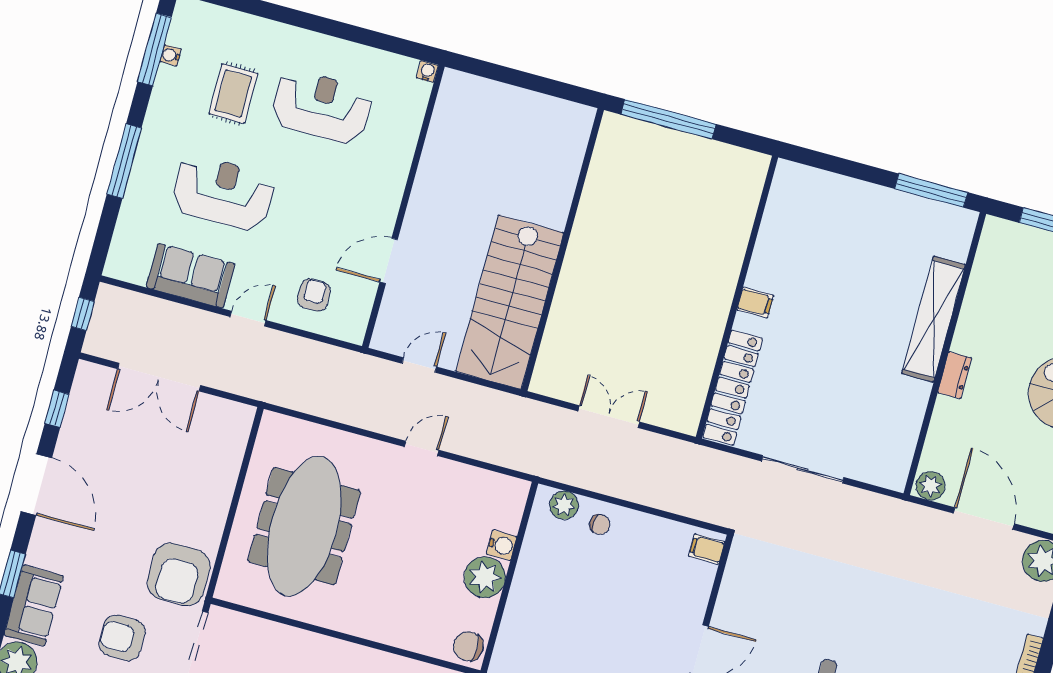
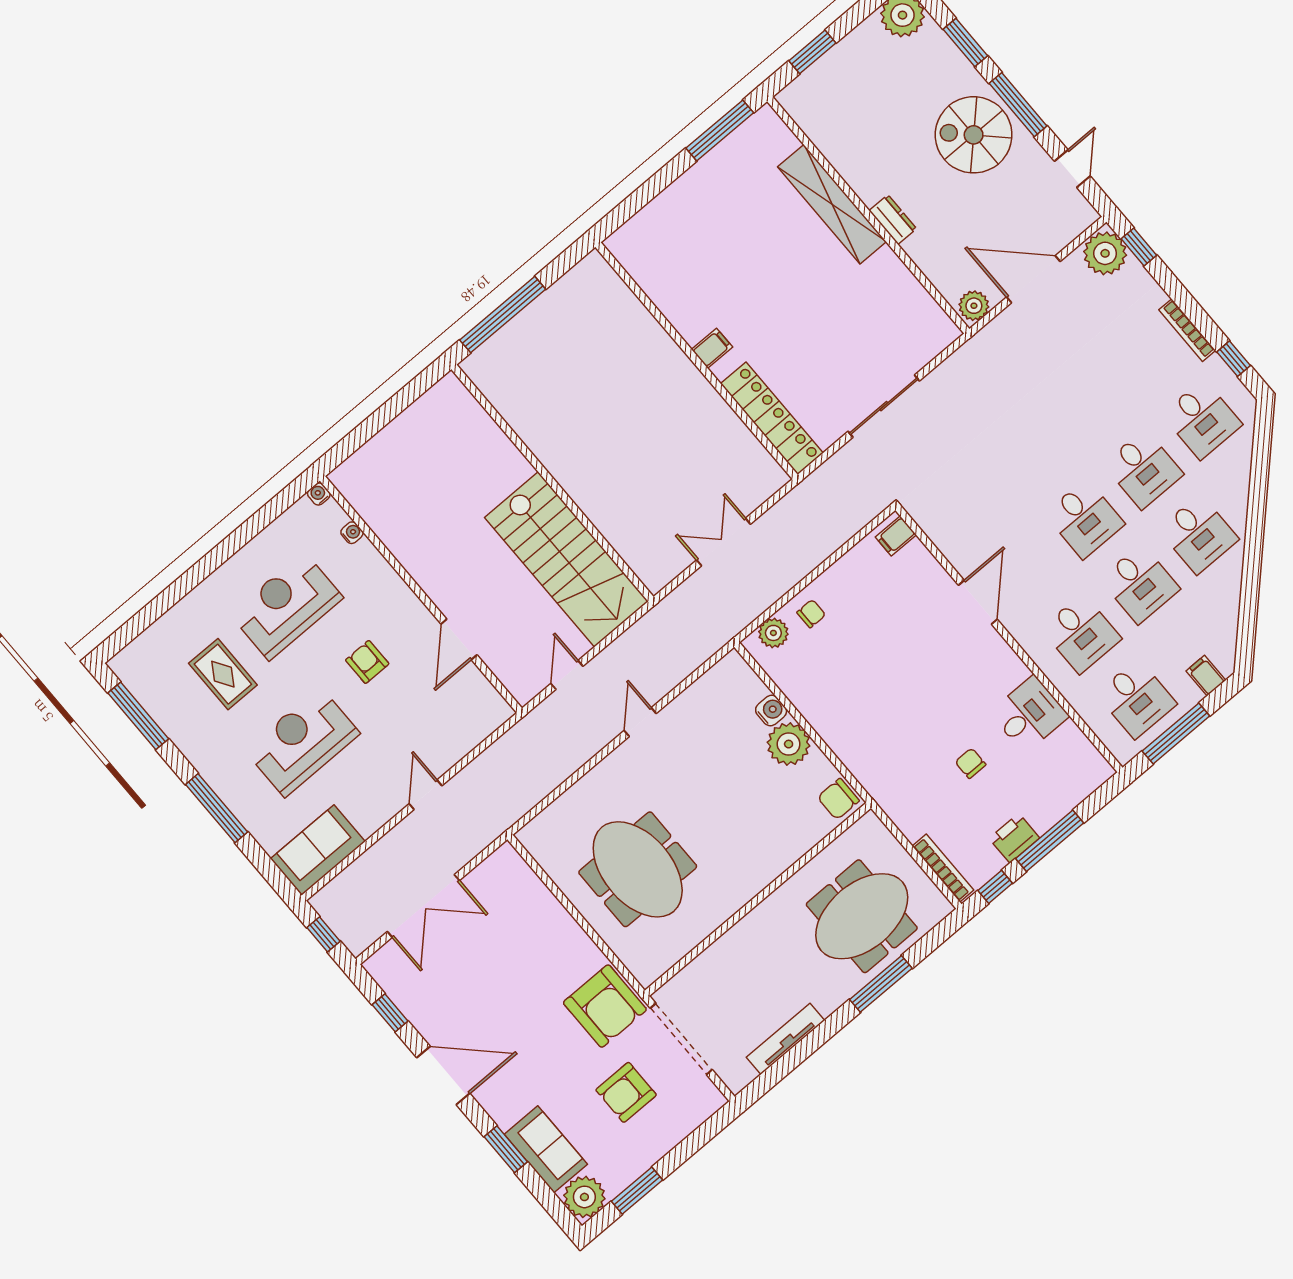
water cooler: (171, 55) -> (352, 533), moved, turned 180
sofa: (191, 276) -> (318, 850), moved
armchair: (314, 295) -> (367, 662), moved
meeting table: (304, 526) -> (638, 869), width x0.73

